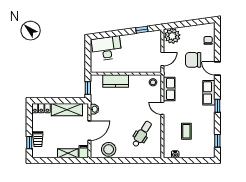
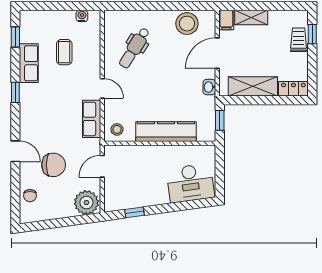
kitchen counter: (116, 81) -> (166, 132), width x1.50
row of seats: (209, 93) -> (29, 63), moved

